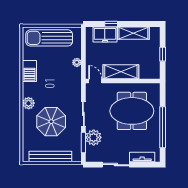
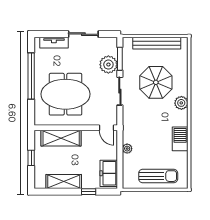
freezer: (105, 34) -> (109, 173), moved, turned -90
sun lounger: (49, 38) -> (158, 176), width x0.73, depth x0.75
shelving: (121, 72) -> (61, 138), moved

